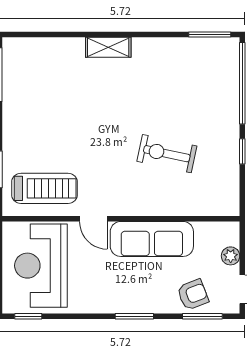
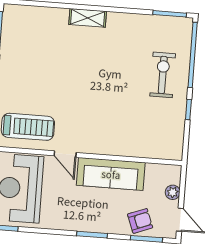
exercise bike: (167, 154) -> (163, 75), moved, turned 78

